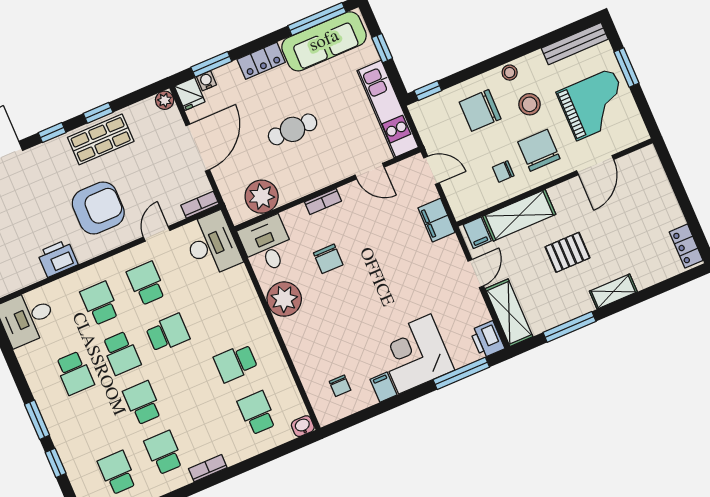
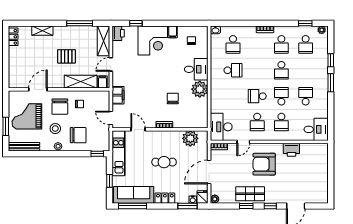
desk: (267, 245) -> (196, 69), moved, turned -90
shelving: (613, 292) -> (42, 31), moved
window: (461, 373) -> (136, 23), width x0.46

